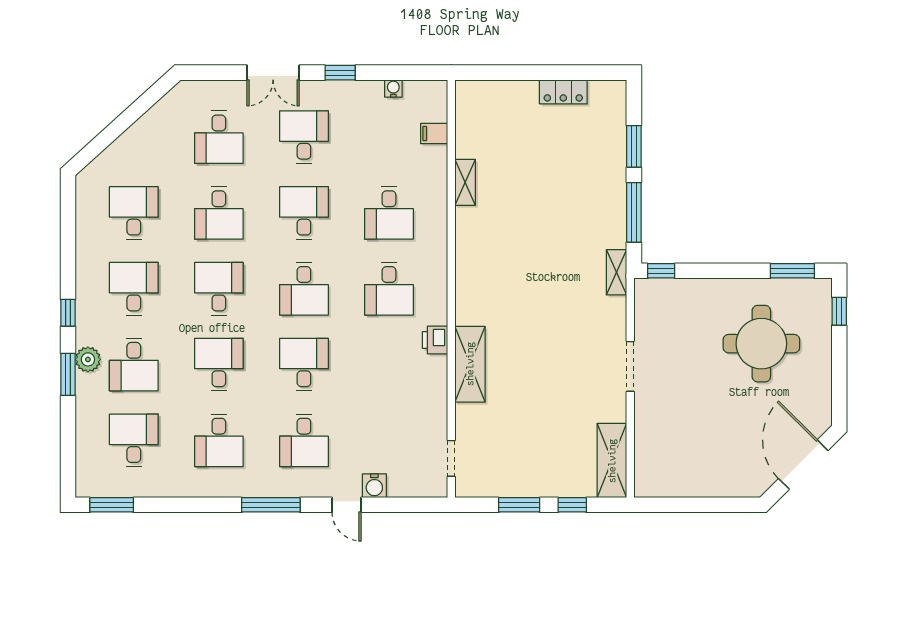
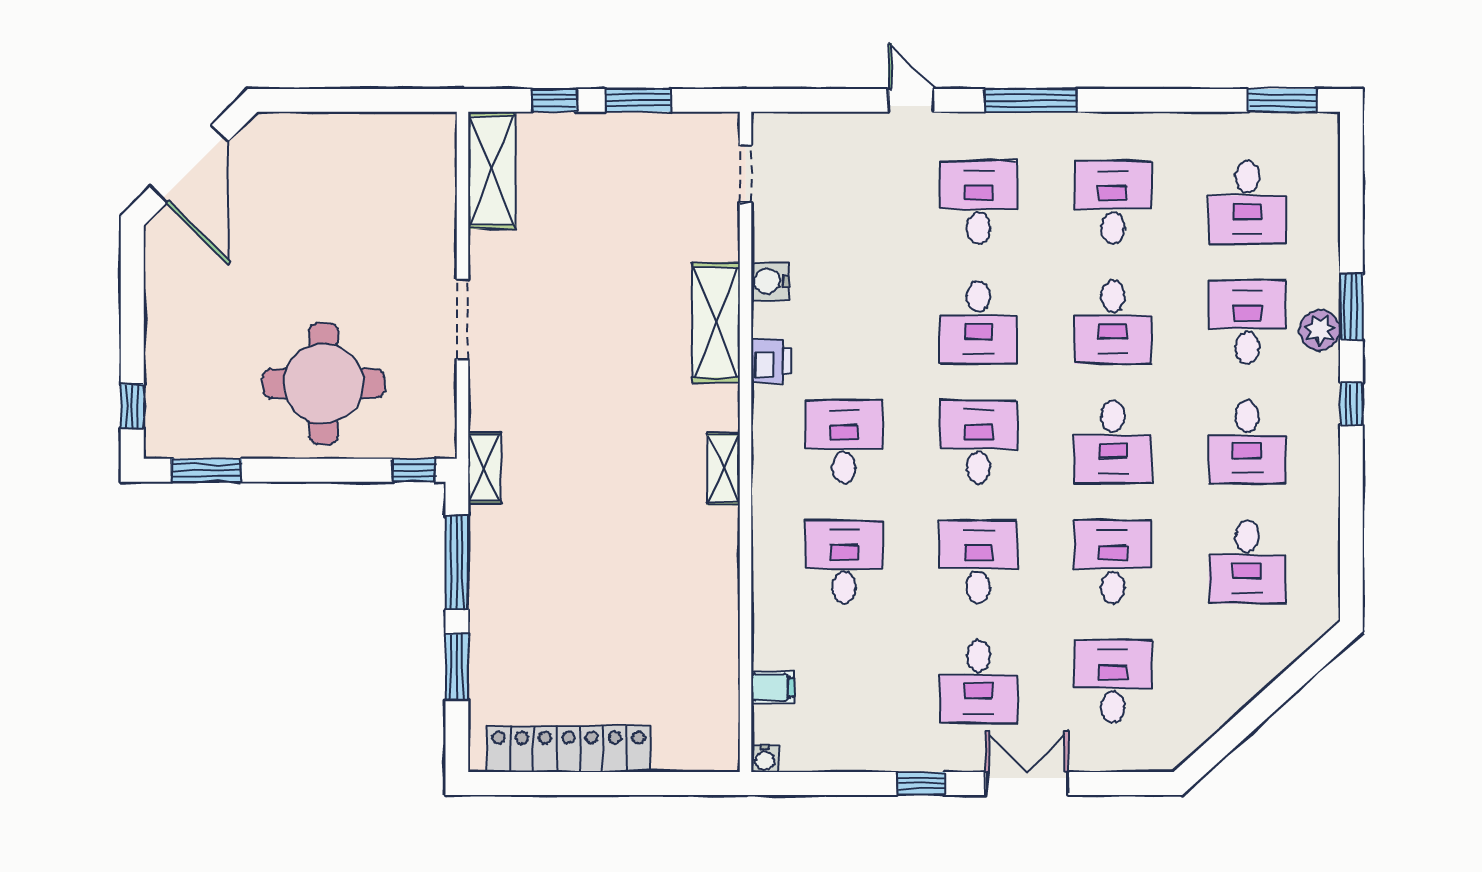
water cooler: (393, 88) -> (765, 758), moved
locker: (563, 92) -> (568, 749), width x2.16, depth x1.21
shelving: (465, 182) -> (724, 469), moved
desk: (304, 213) -> (978, 562), turned 180
round table: (761, 344) -> (324, 383), moved
water cooler: (374, 486) -> (770, 281), moved, turned -90

